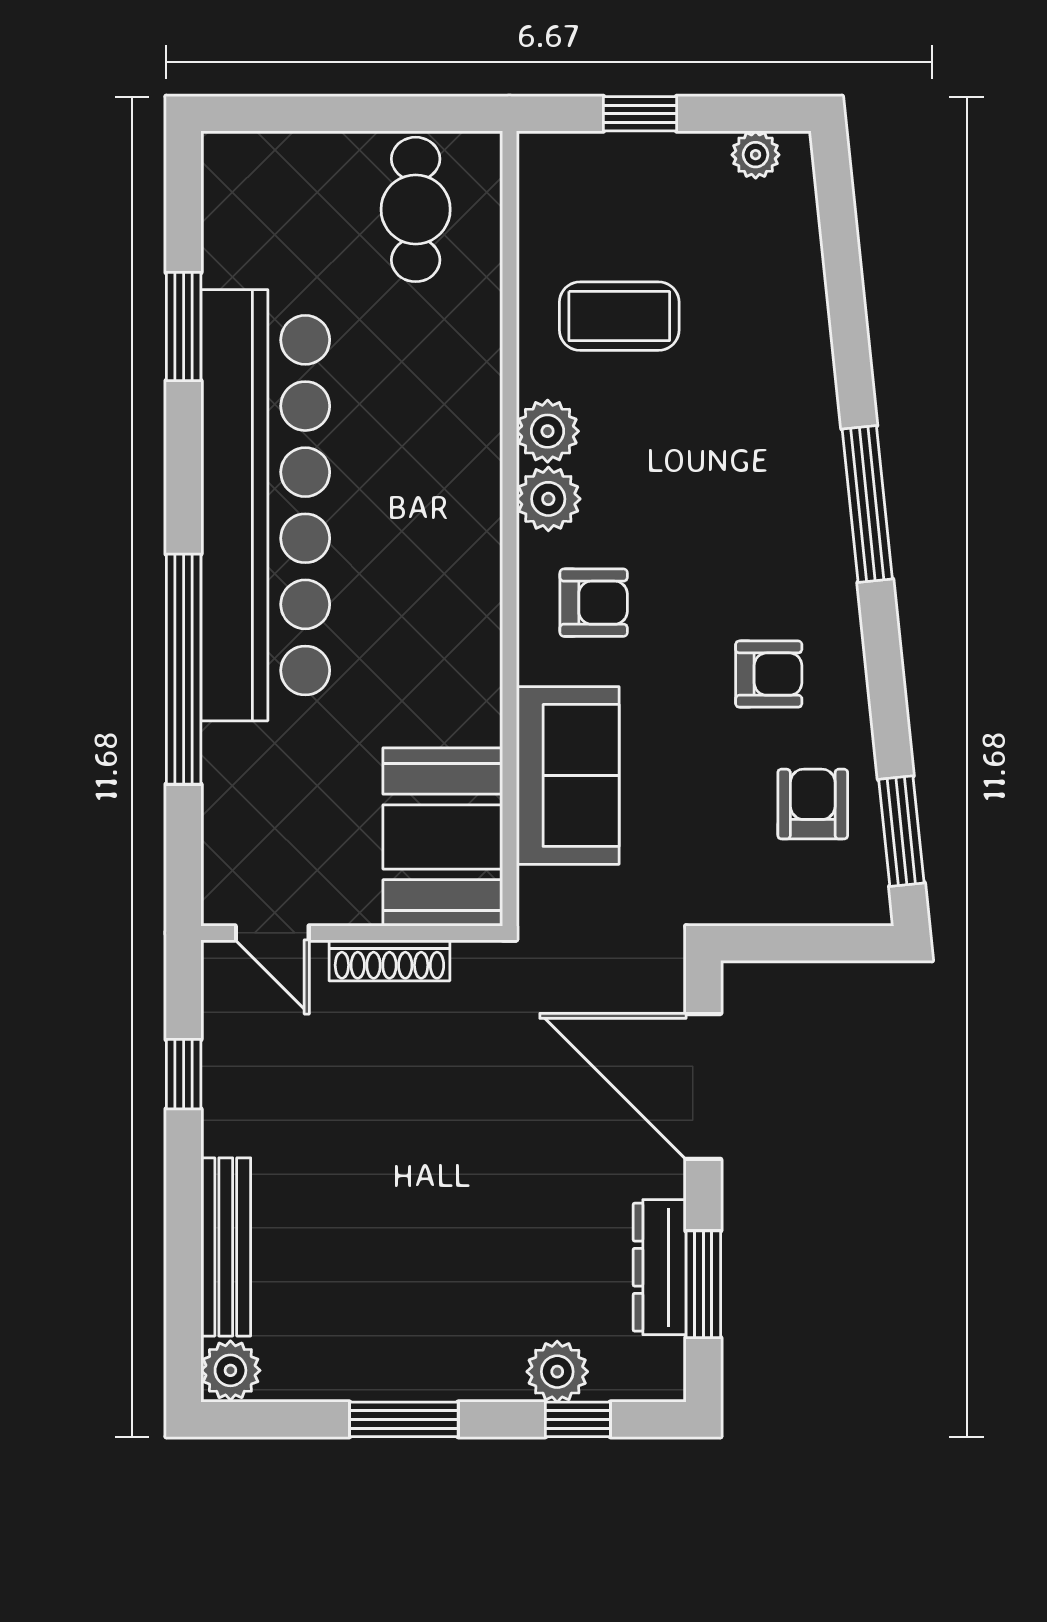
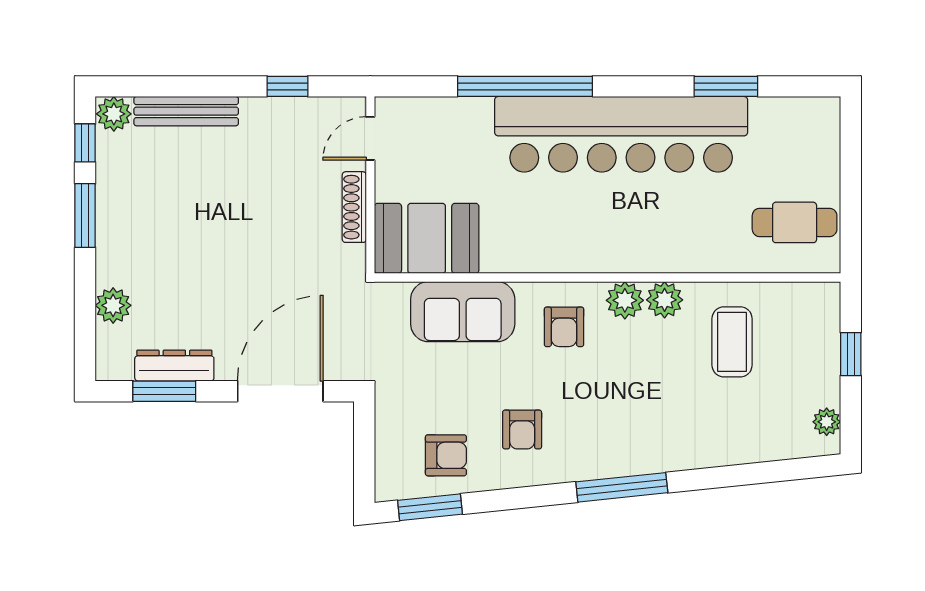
window: (578, 1419) -> (85, 143), moved

